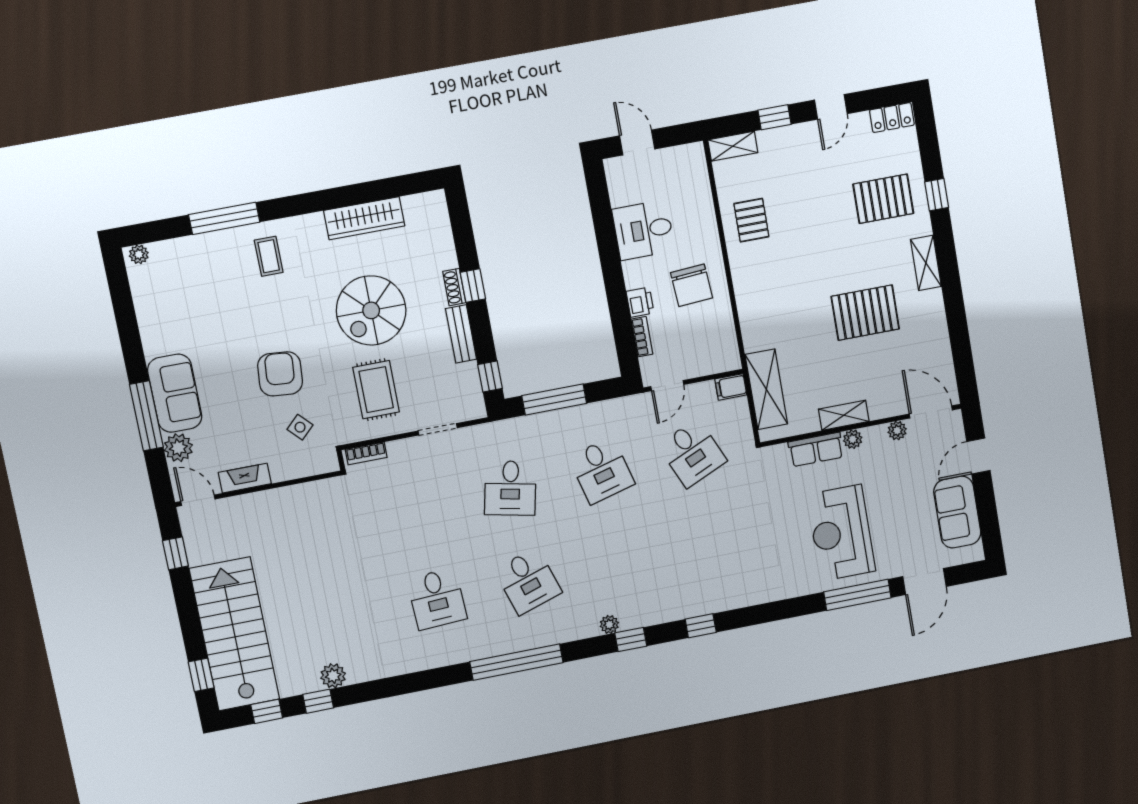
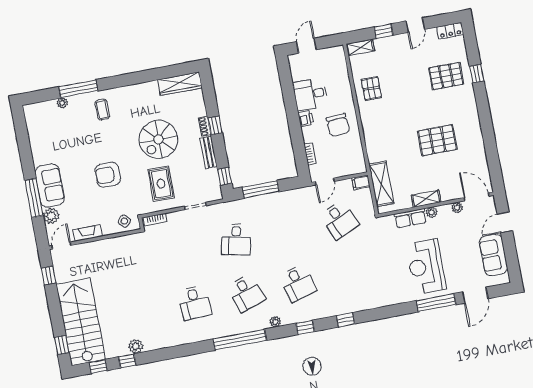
door: (637, 142) -> (306, 46), hinge flipped
wardrobe: (364, 218) -> (180, 84), moved
plant: (139, 254) -> (62, 103), moved
shelving: (926, 263) -> (472, 112), removed
printer: (640, 302) -> (306, 119), moved
armchair: (280, 374) -> (108, 175), turned -95
side table: (300, 427) -> (124, 221), moved
desk: (602, 471) -> (298, 283), moved
door: (198, 500) -> (61, 245), hinge flipped
plant: (609, 625) -> (275, 322), moved

